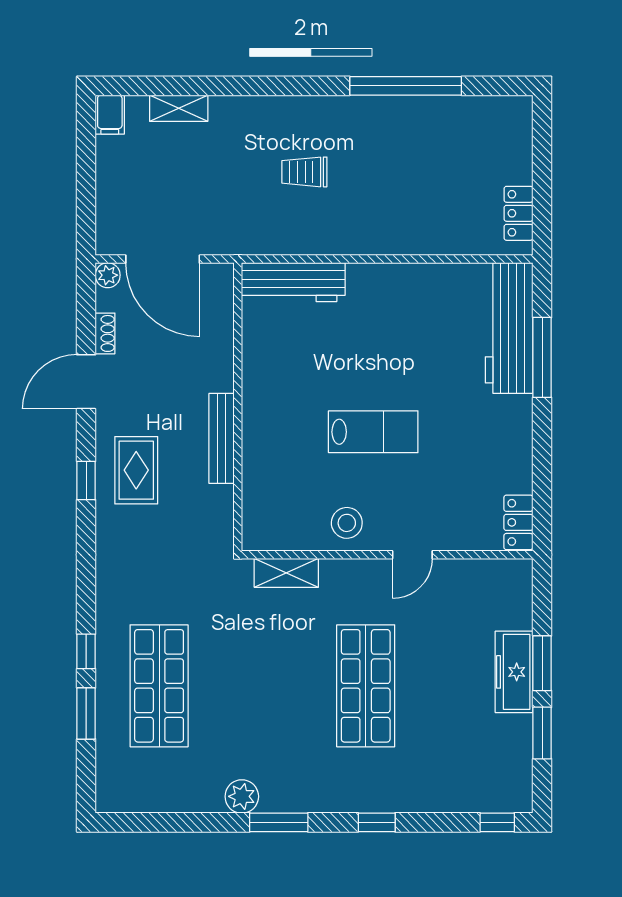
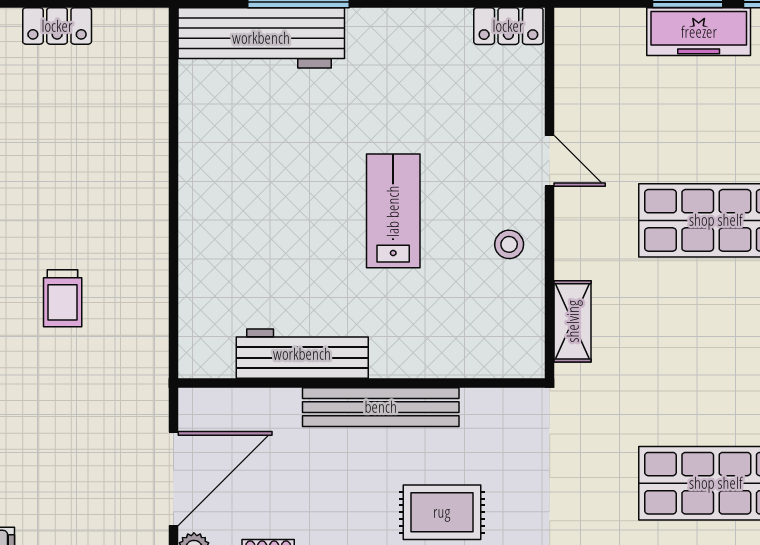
locker: (519, 213) -> (57, 26), moved
workbench: (293, 282) -> (302, 354), moved, turned -90
bench: (222, 438) -> (381, 407), width x1.37, depth x1.21
stool: (347, 523) -> (509, 244), width x0.73, depth x0.73

